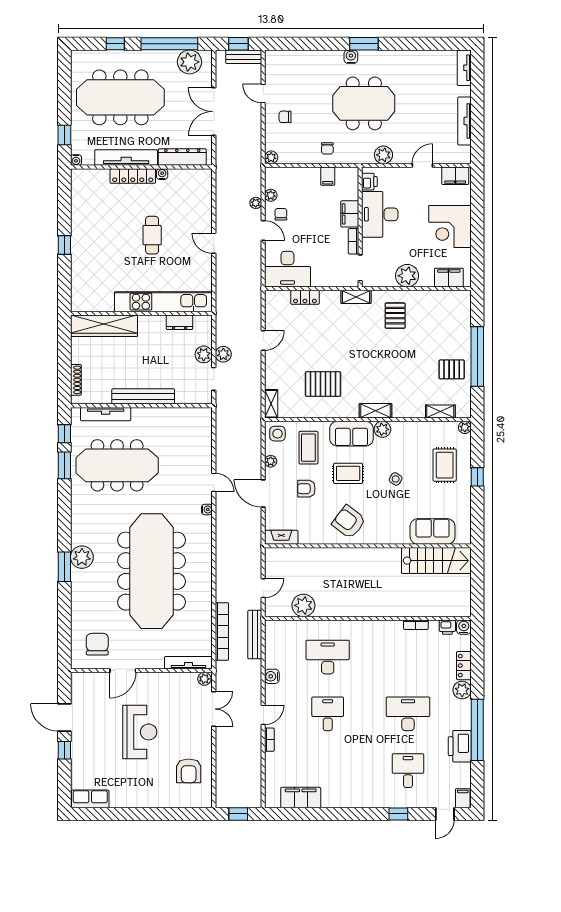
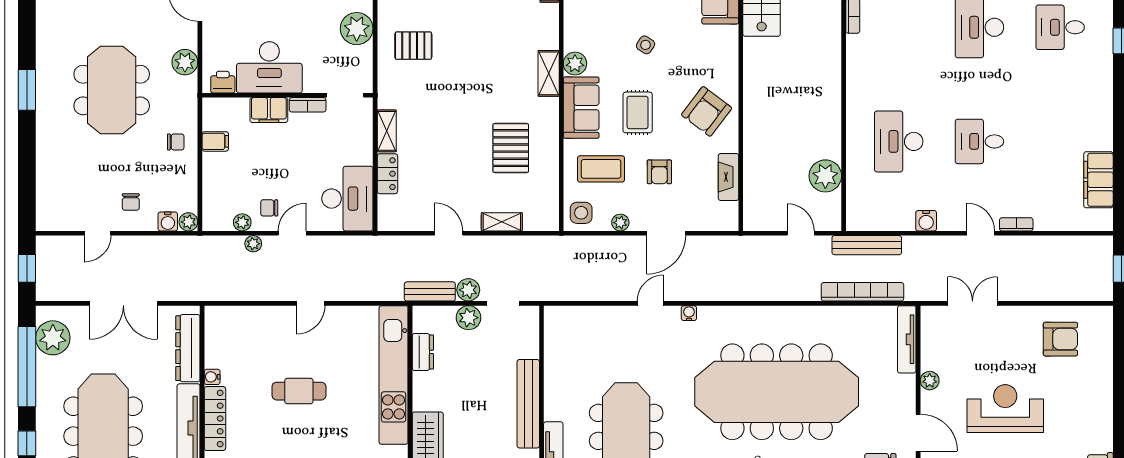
bench: (244, 57) -> (430, 291), moved, turned 90
water cooler: (351, 57) -> (168, 221), moved, turned -90
shelving: (356, 297) -> (387, 131), moved
shelving: (271, 404) -> (502, 222), moved
fireplace: (281, 537) -> (728, 177), moved
plant: (204, 679) -> (930, 381), moved

